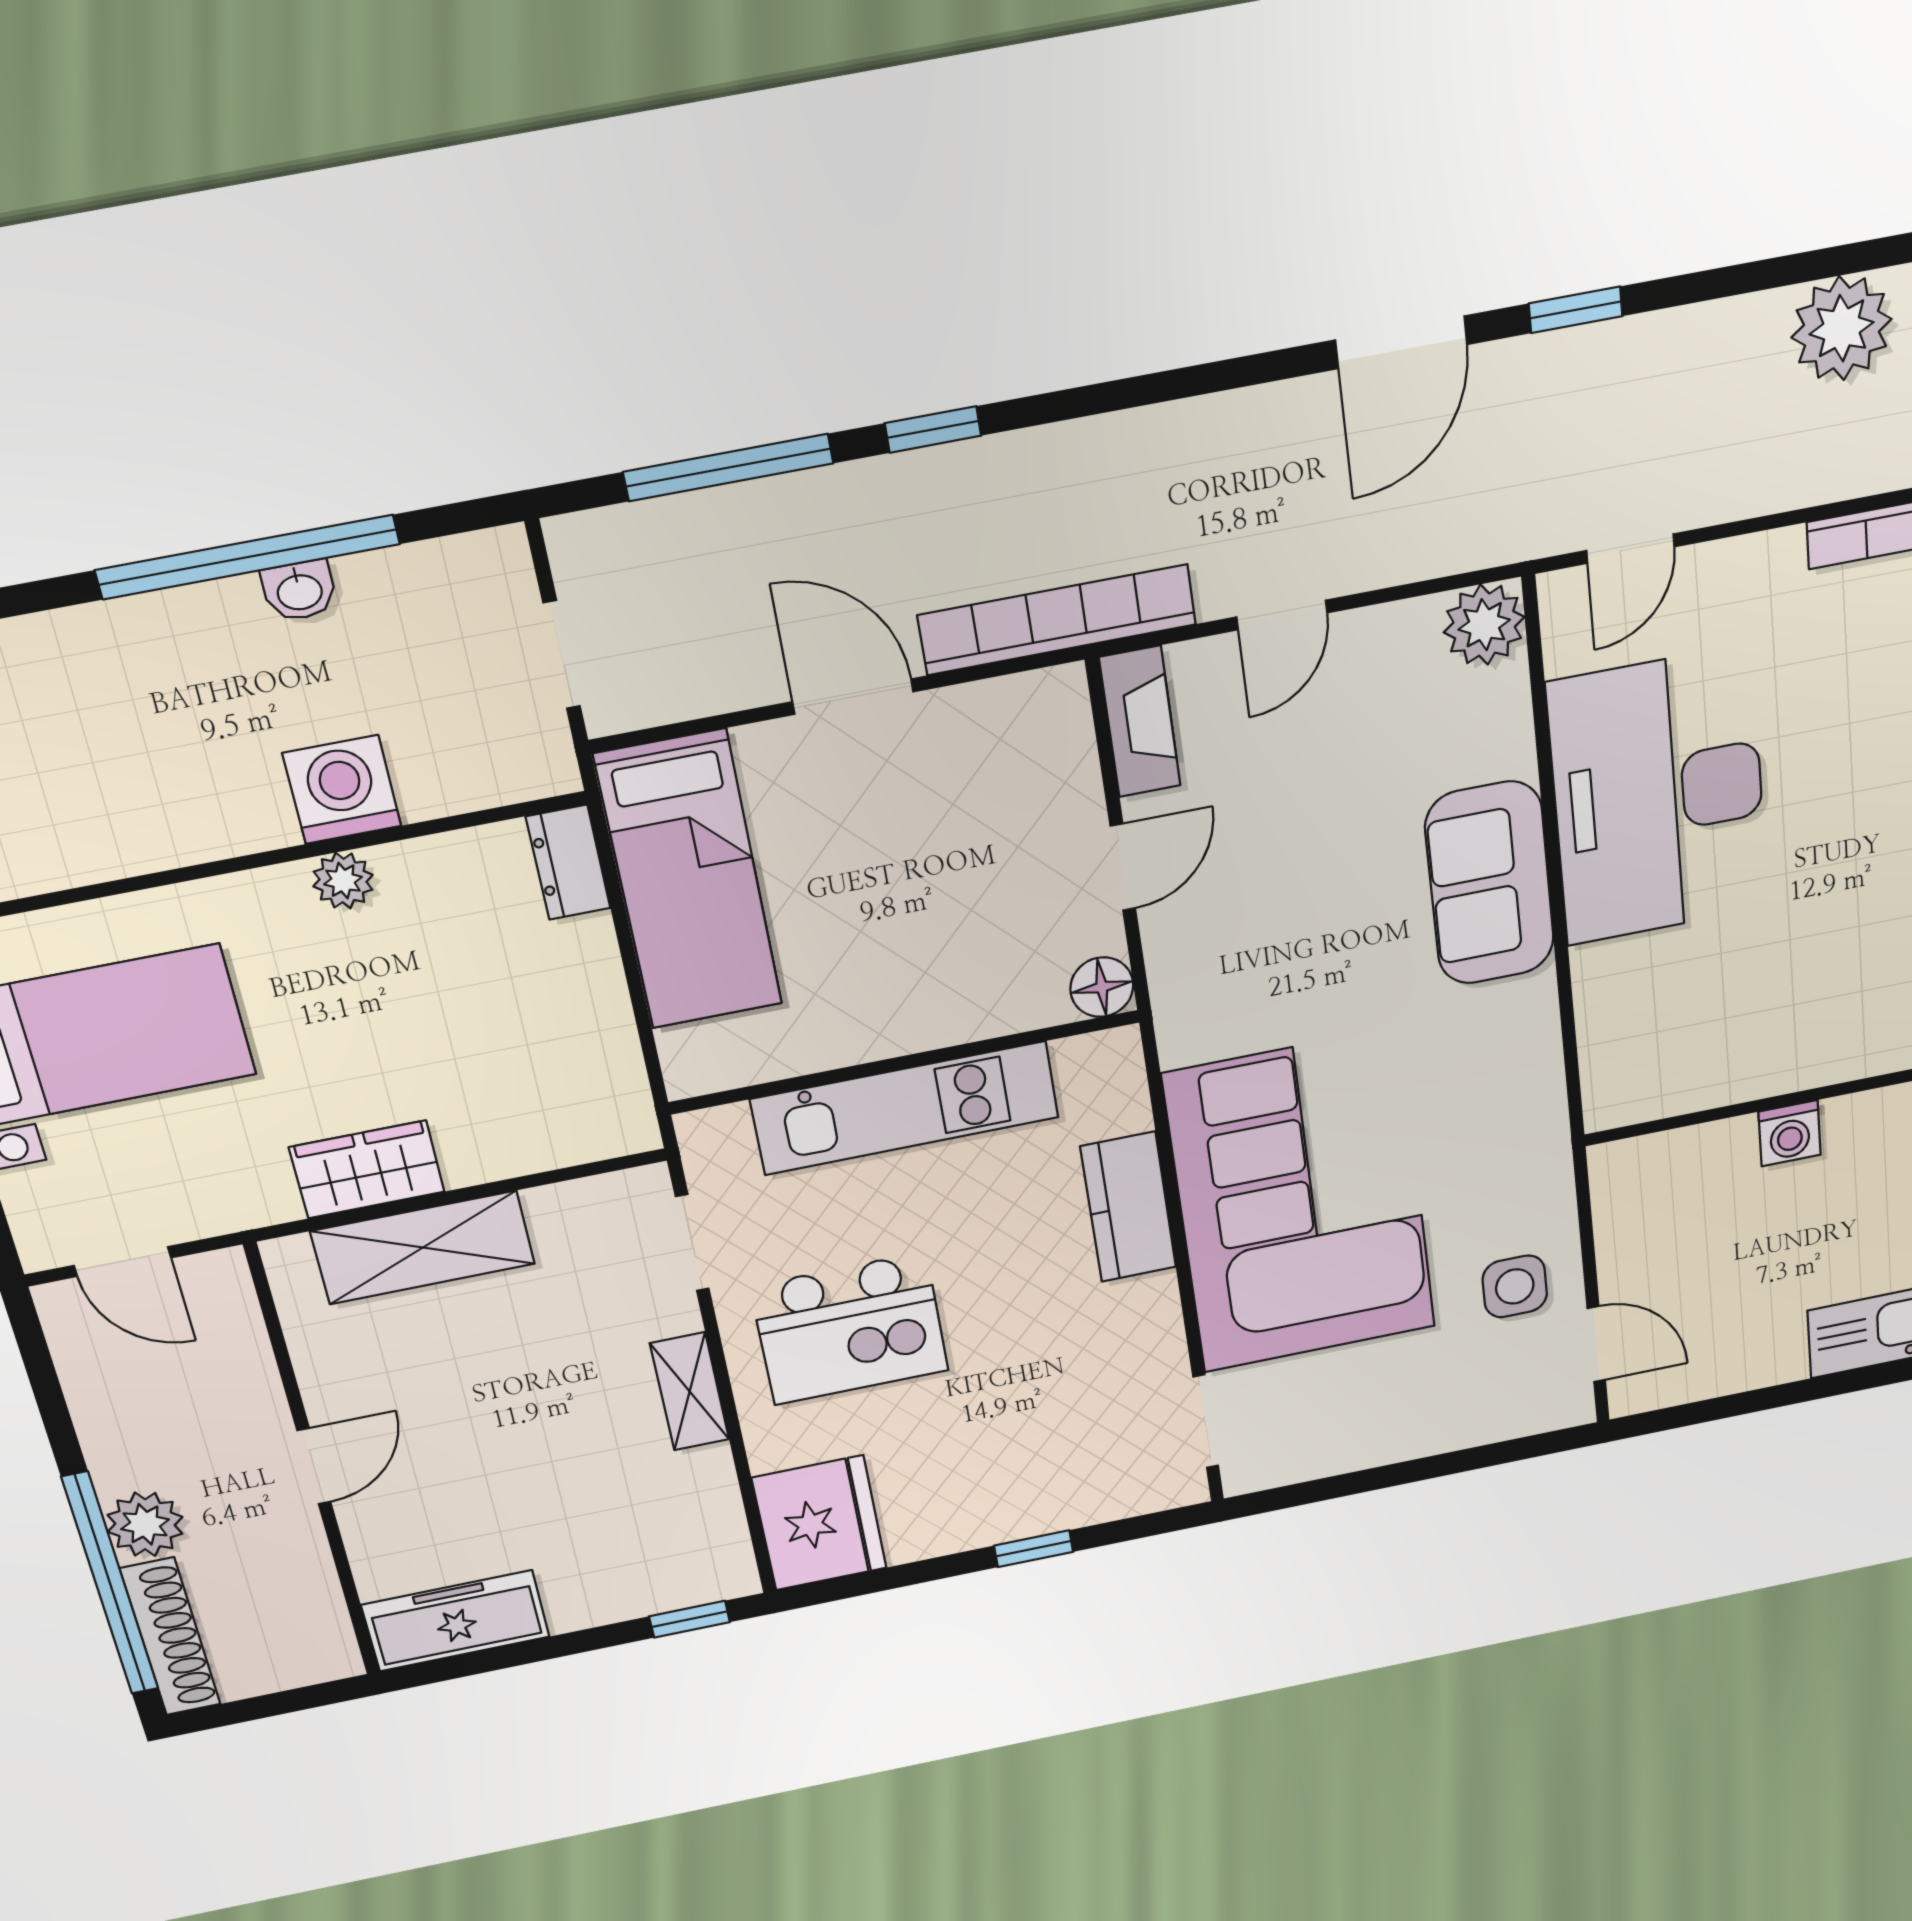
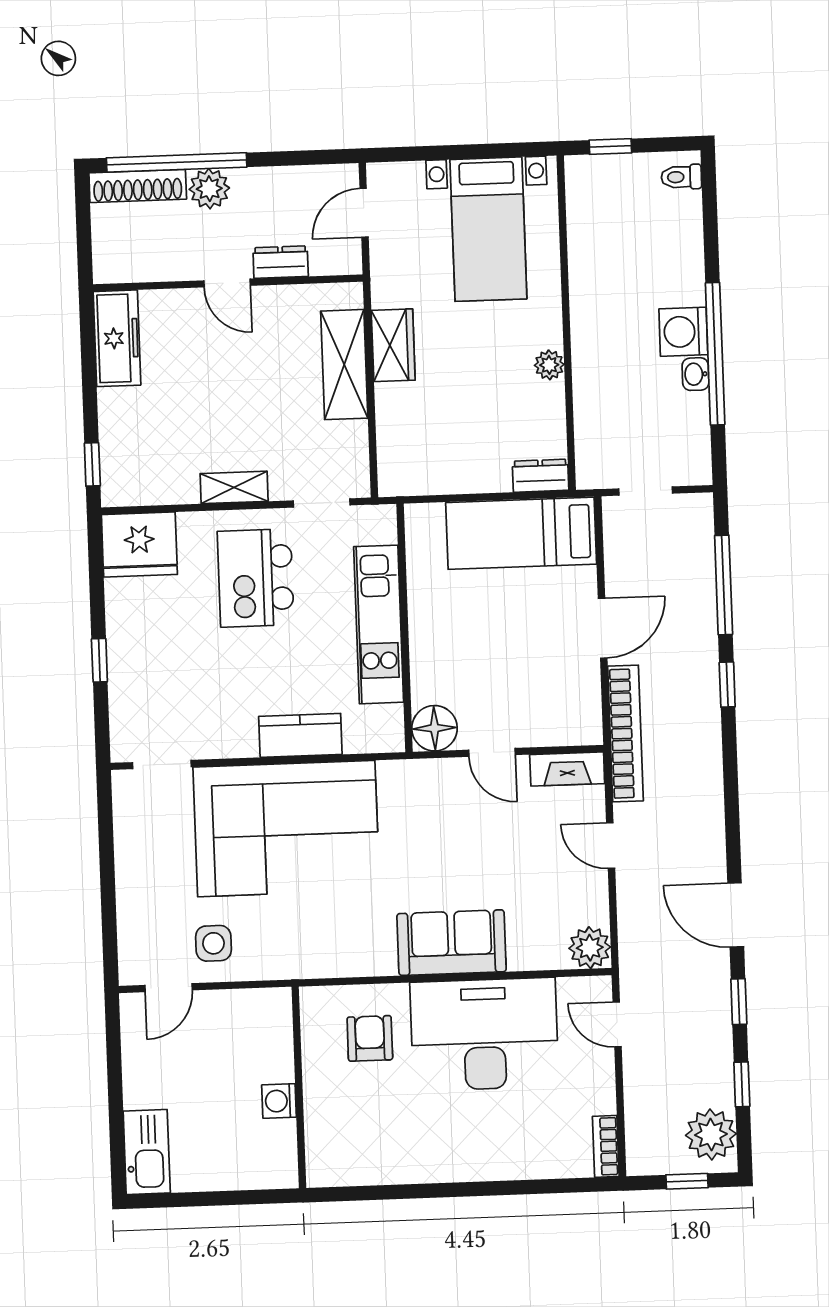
window: (1741, 279) -> (742, 1084), added
washing machine: (342, 790) -> (683, 332), moved, turned 180
floor lamp: (1102, 987) -> (434, 728), width x1.38, depth x1.38
armchair: (1673, 999) -> (370, 1038), added
dresser: (253, 1386) -> (281, 262), added

